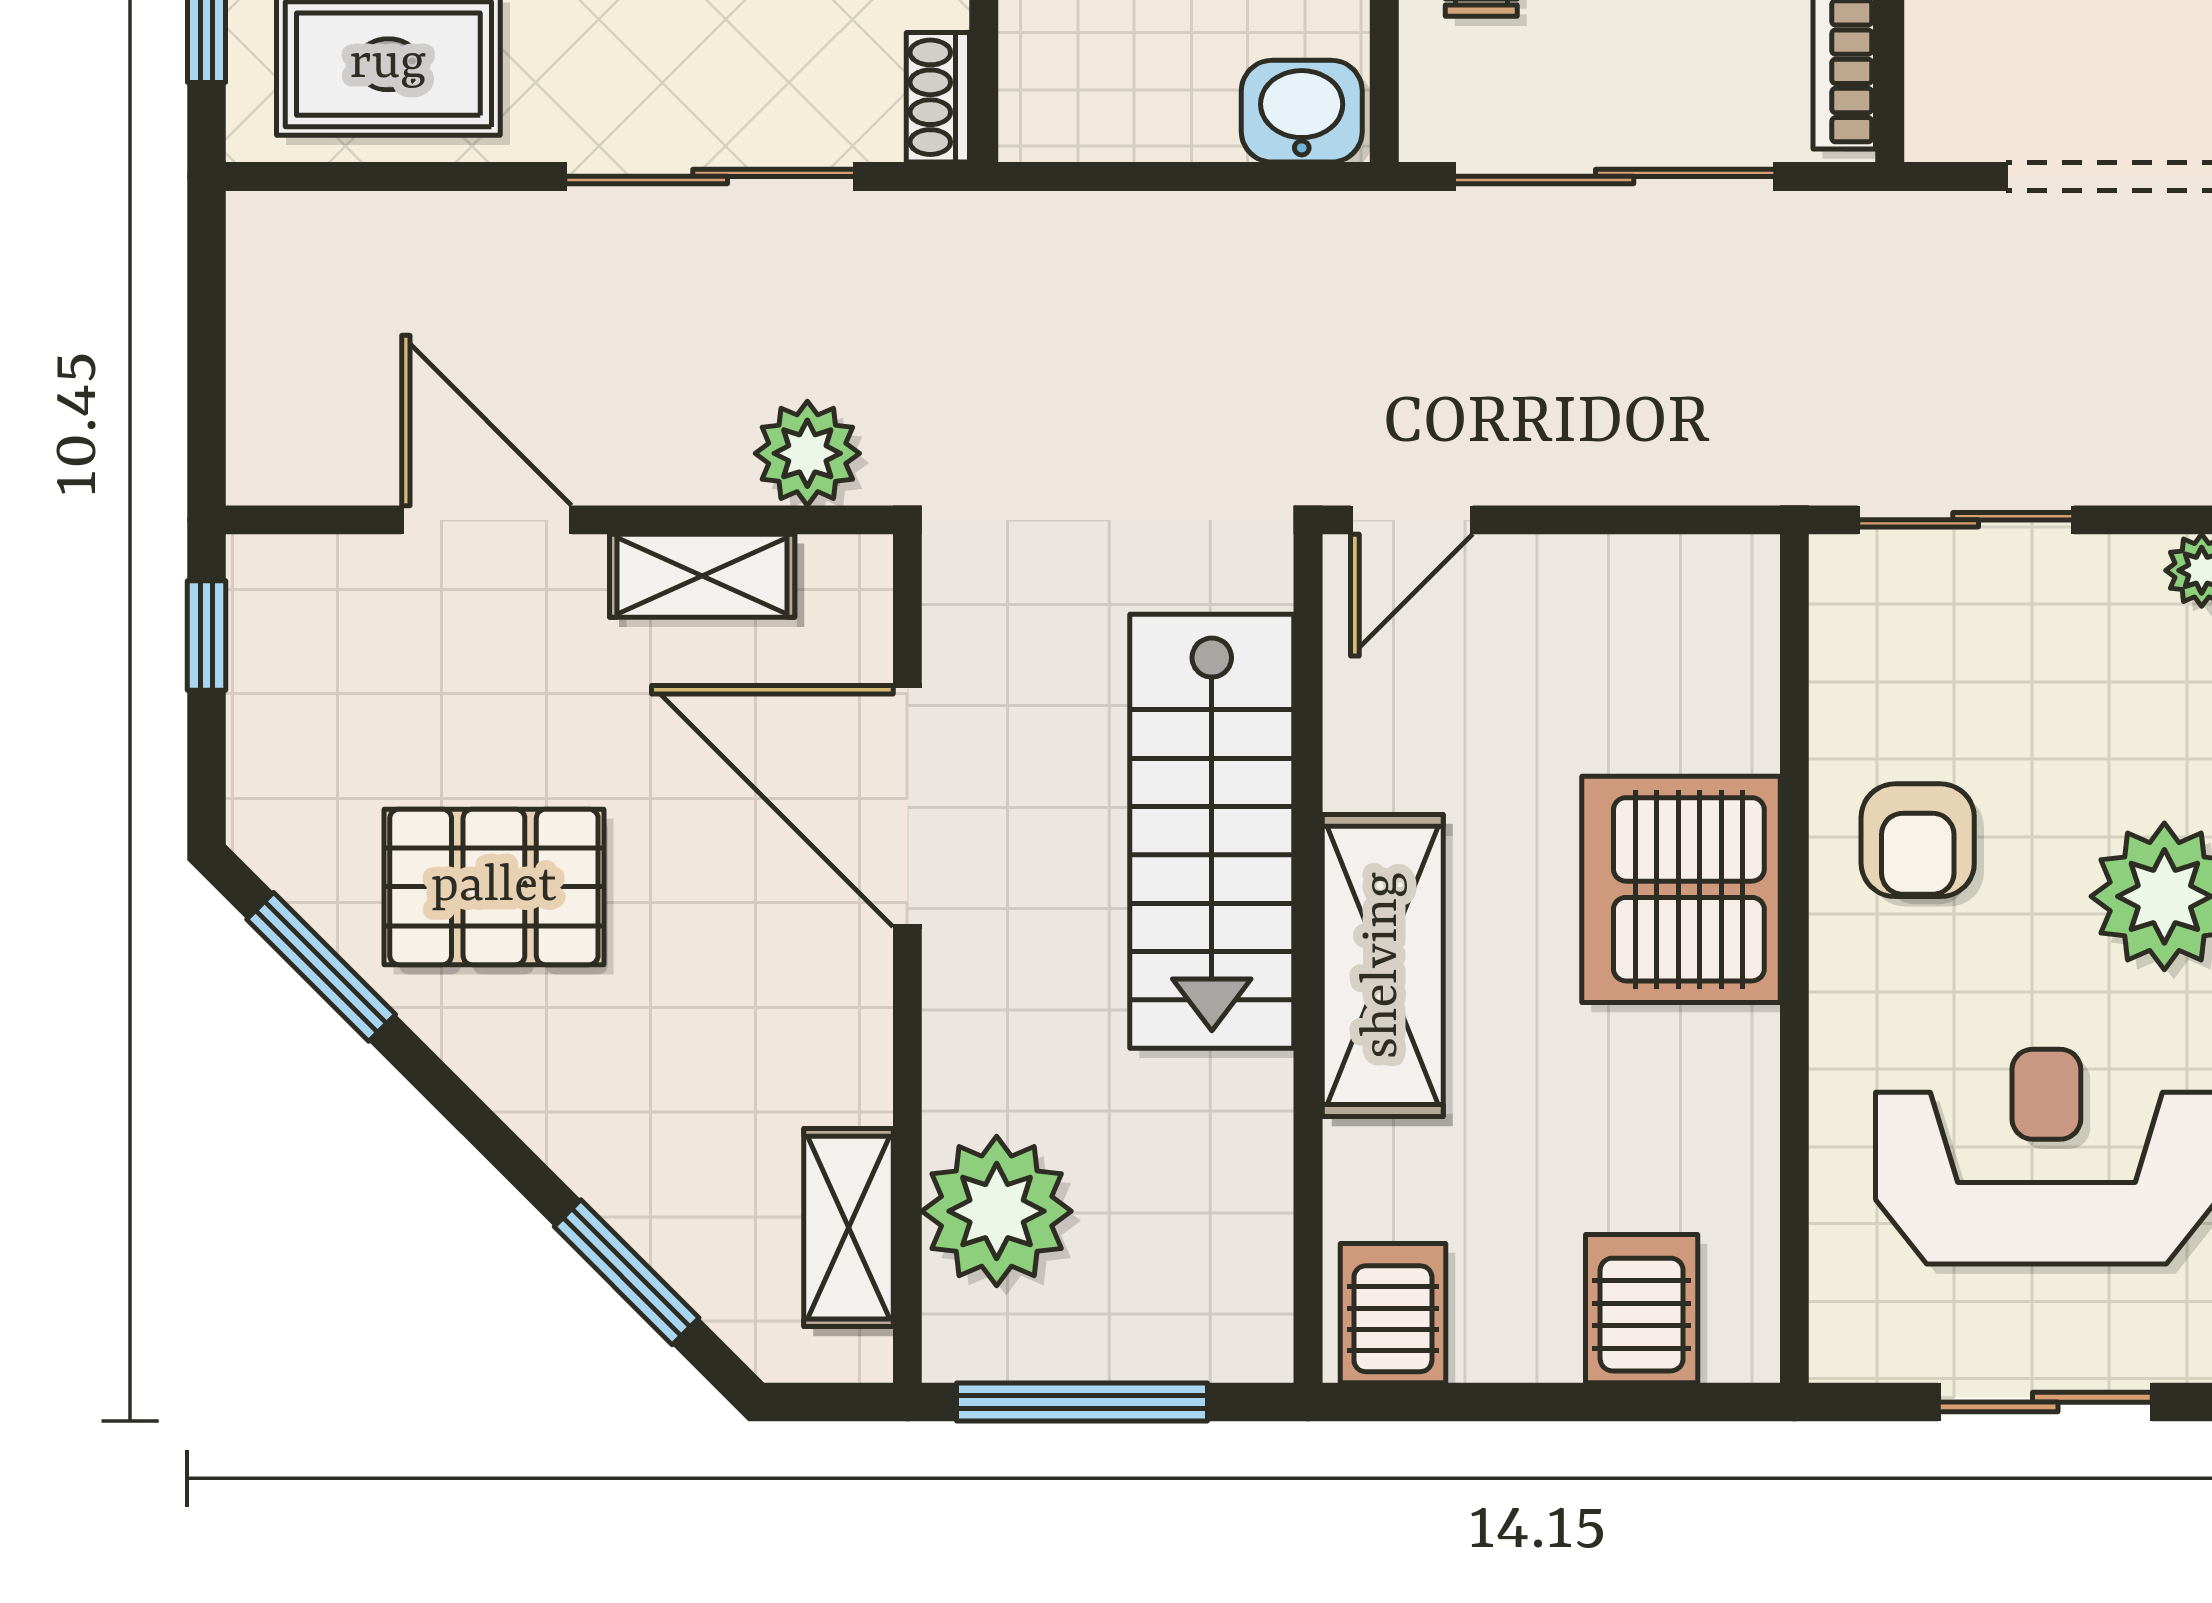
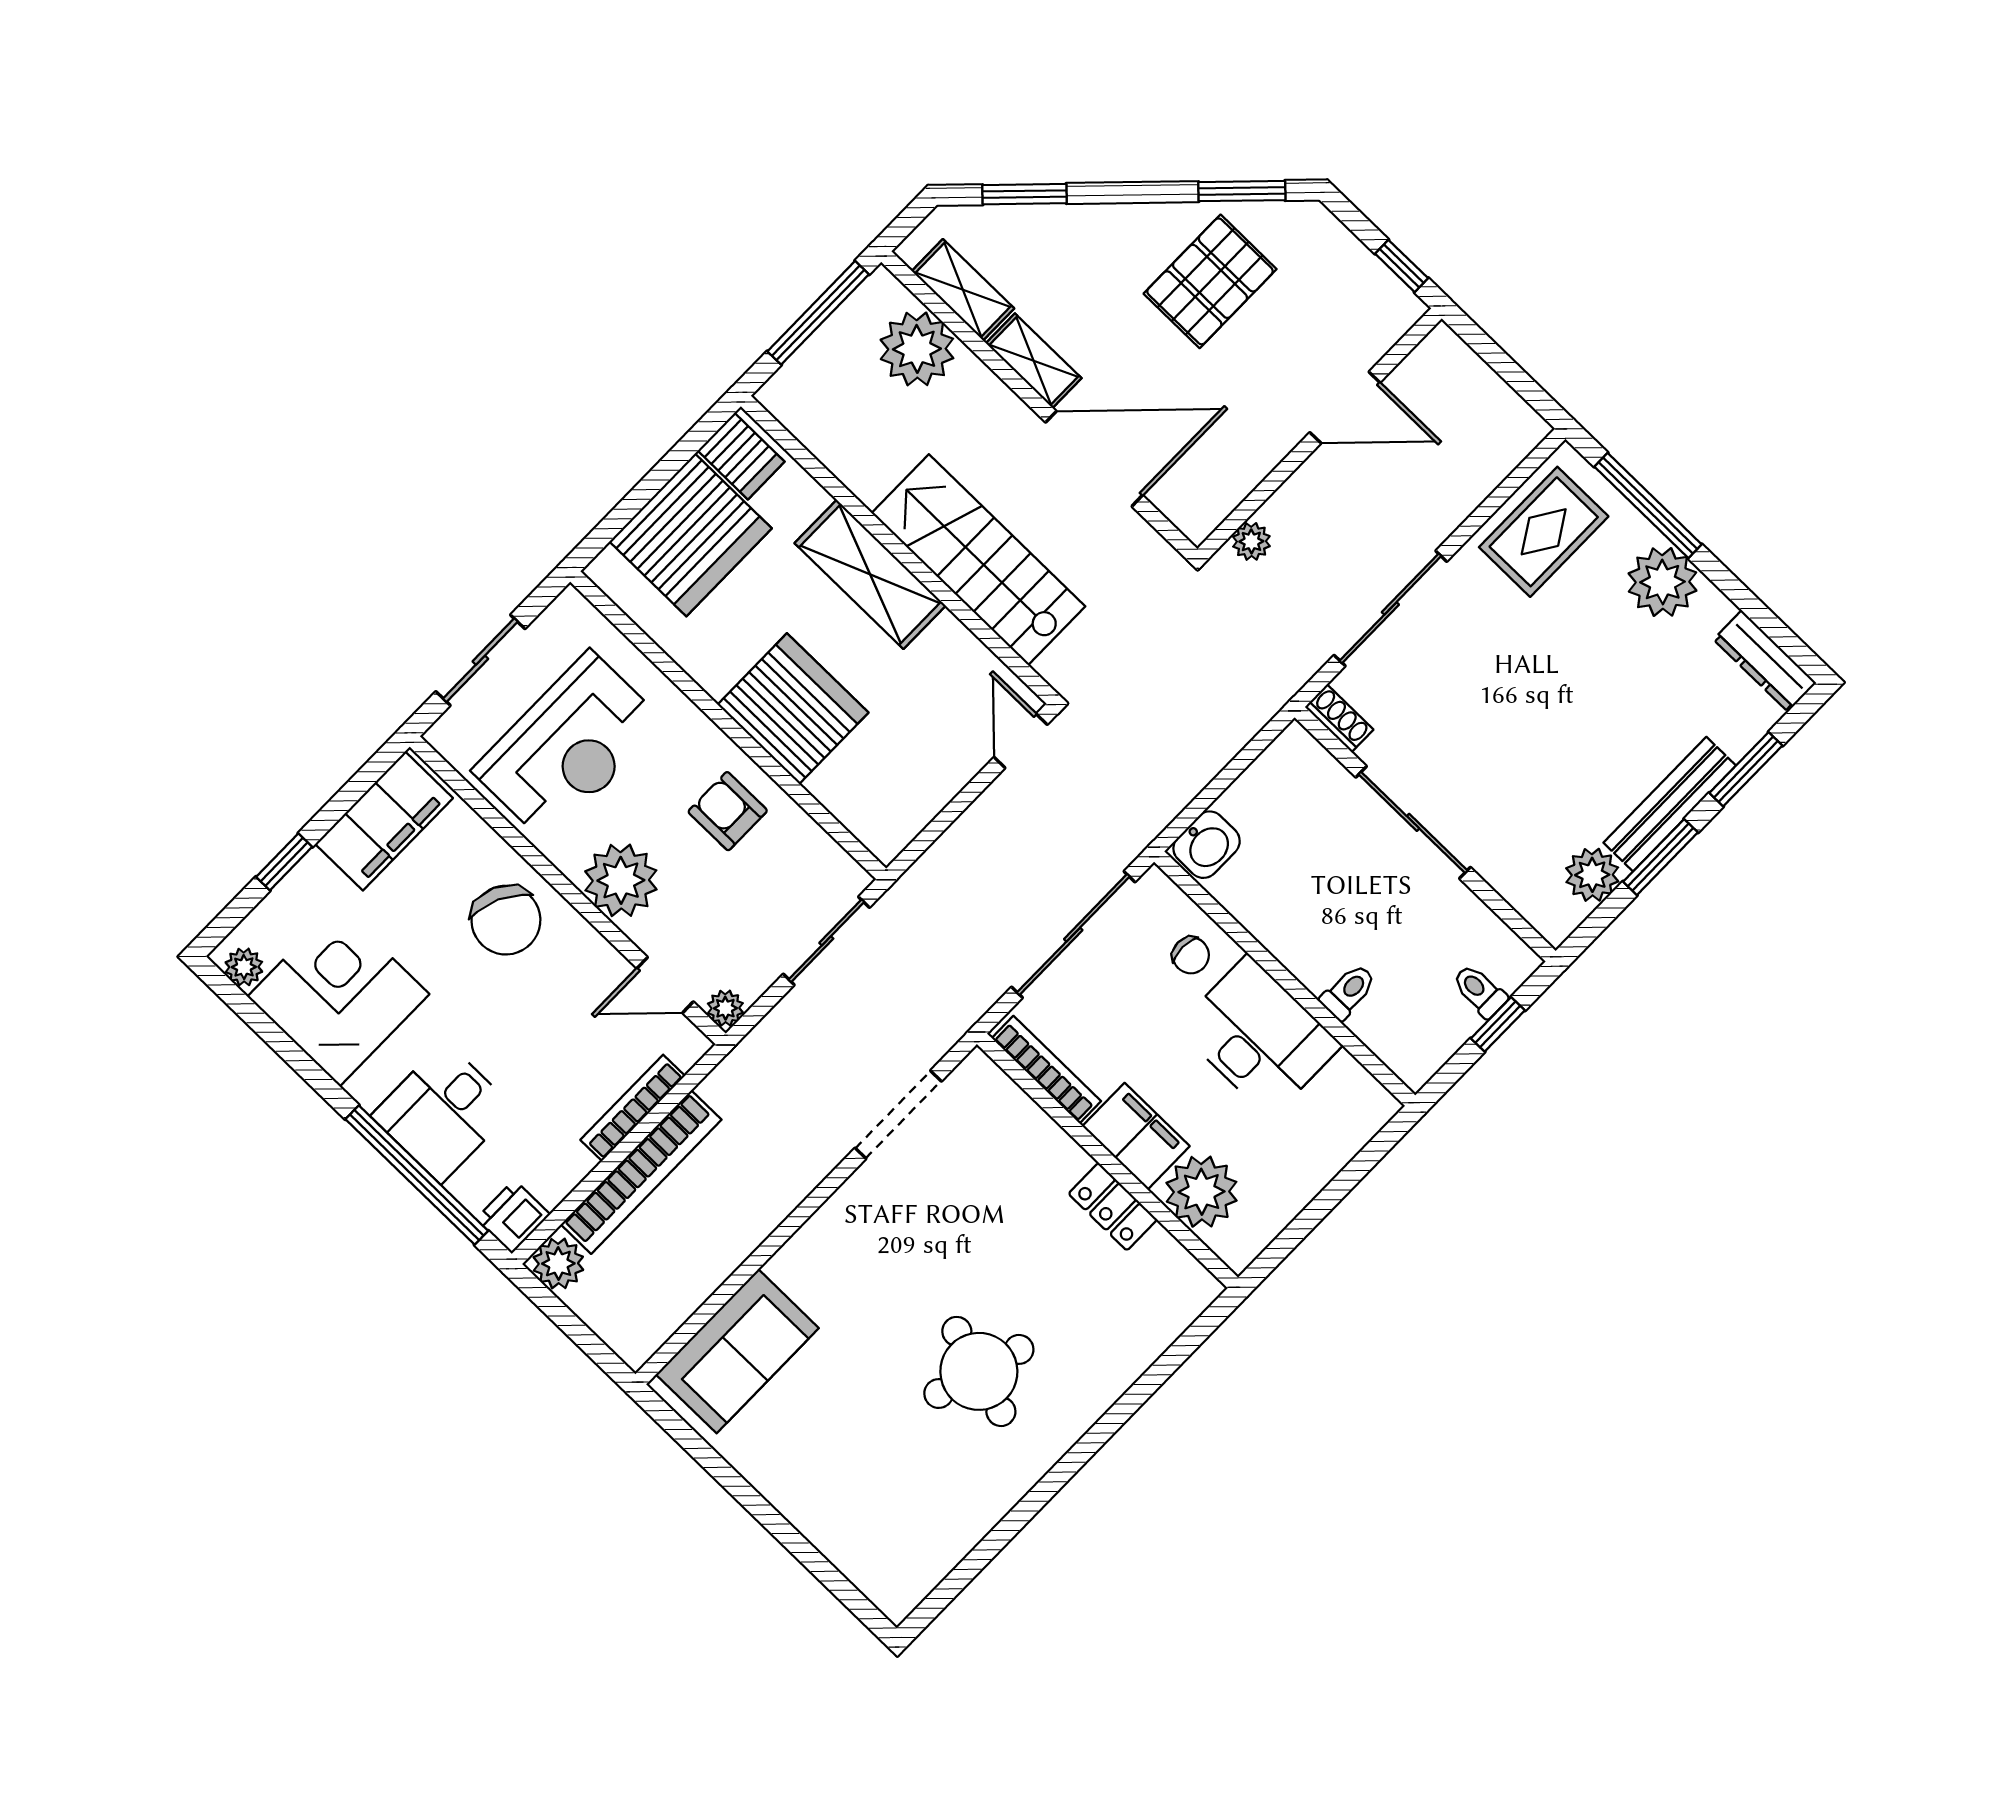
plant: (807, 453) -> (1251, 541), width x0.73, depth x0.73
shelving: (702, 576) -> (1034, 361), moved, turned 90
server rack: (1642, 1309) -> (691, 535), width x2.18, depth x1.44

